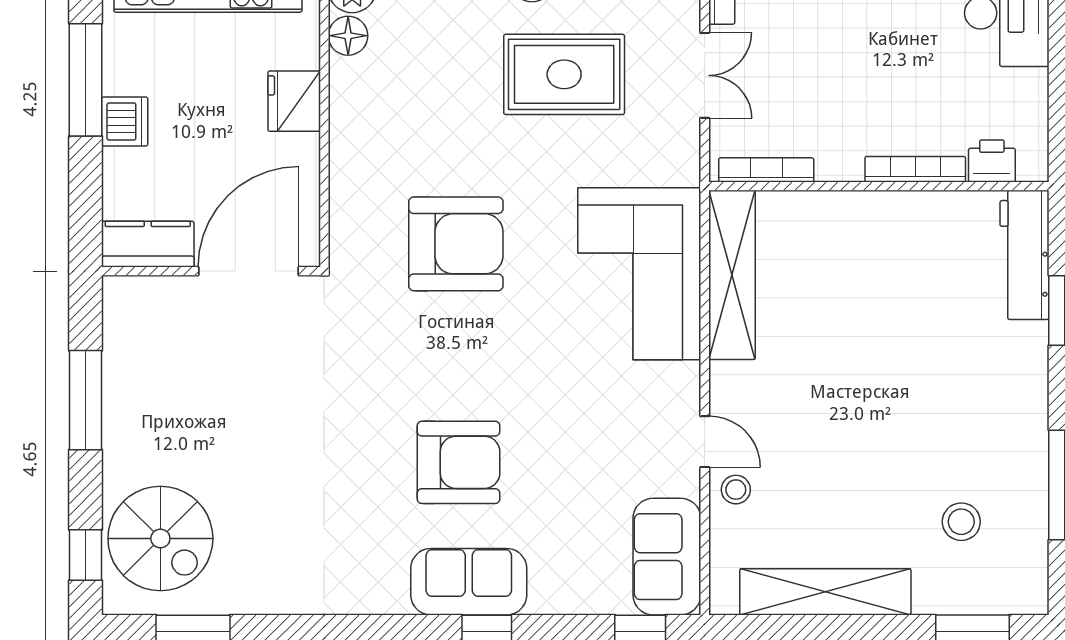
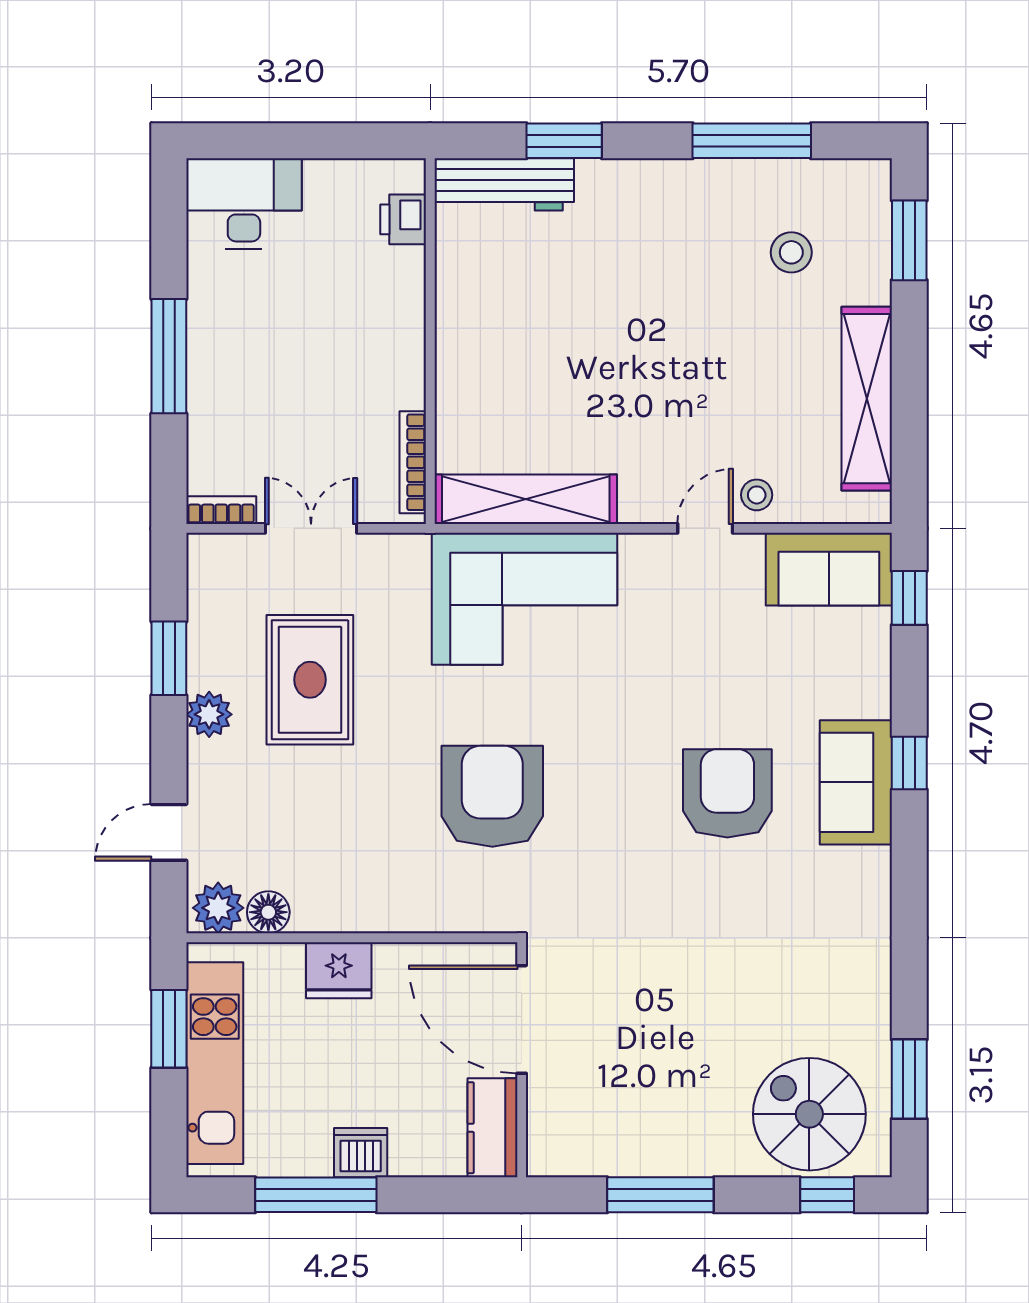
bookcase: (915, 169) -> (412, 302), removed
spiral stairs: (160, 538) -> (809, 1114), turned -90

